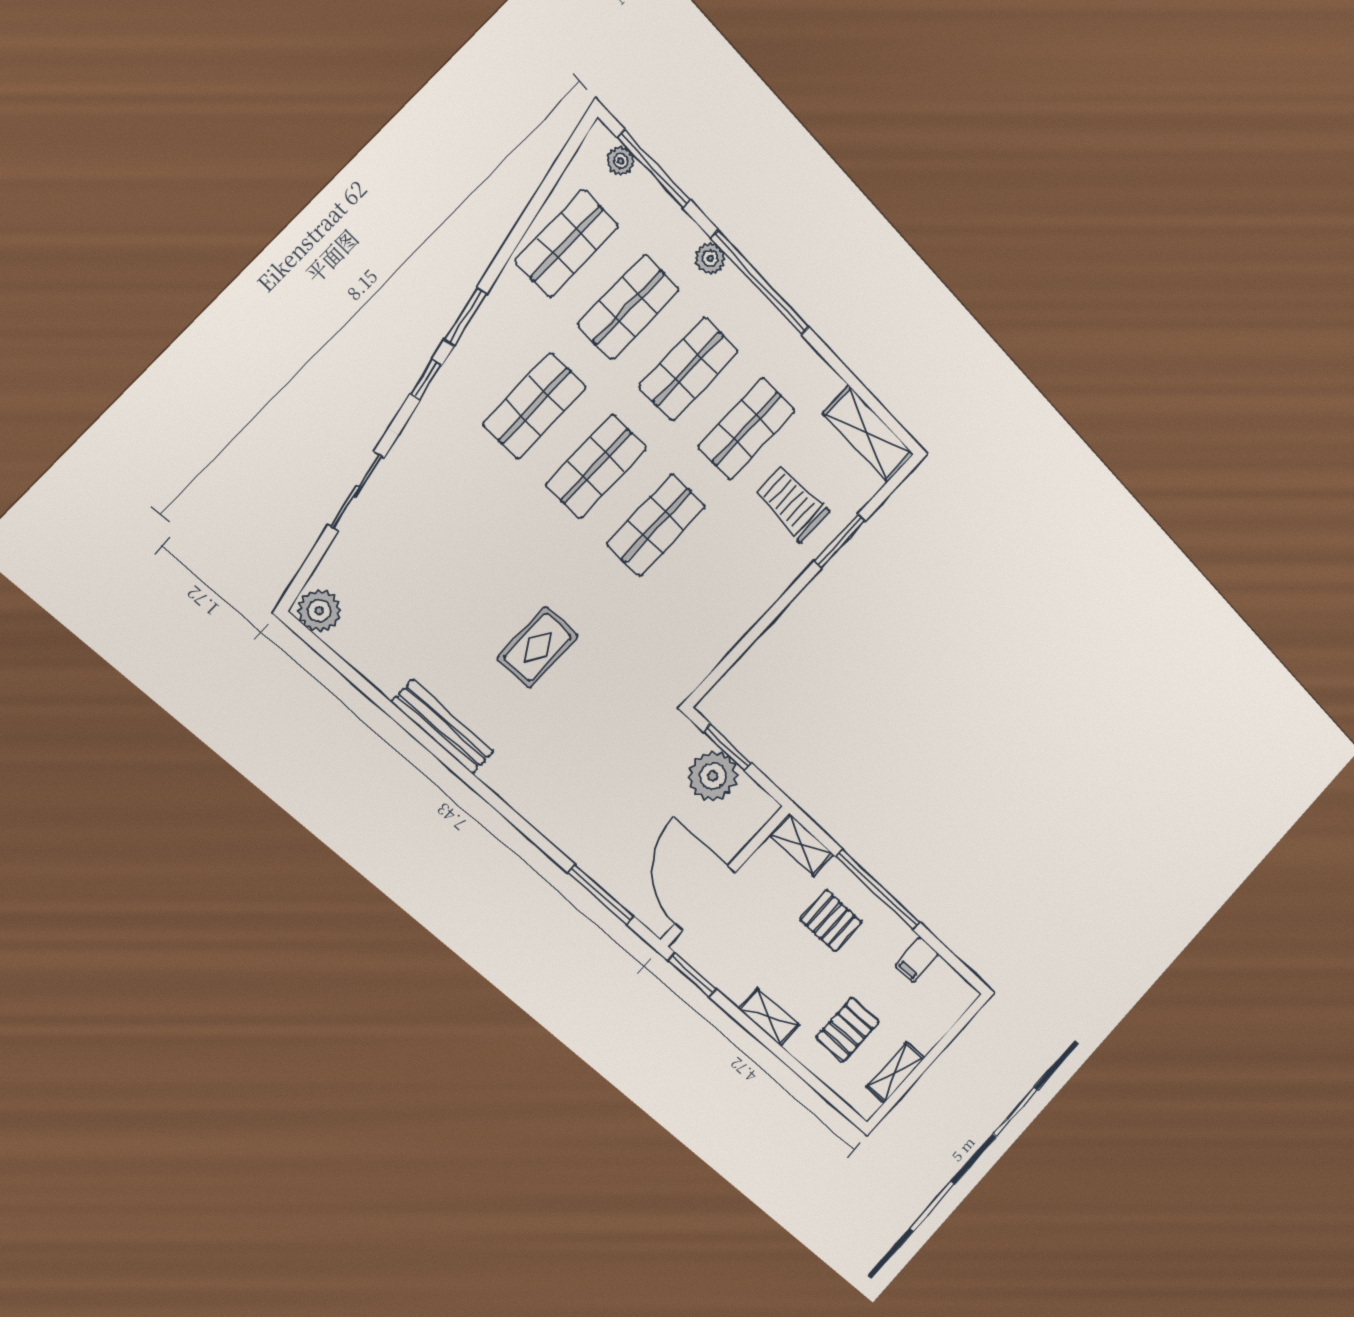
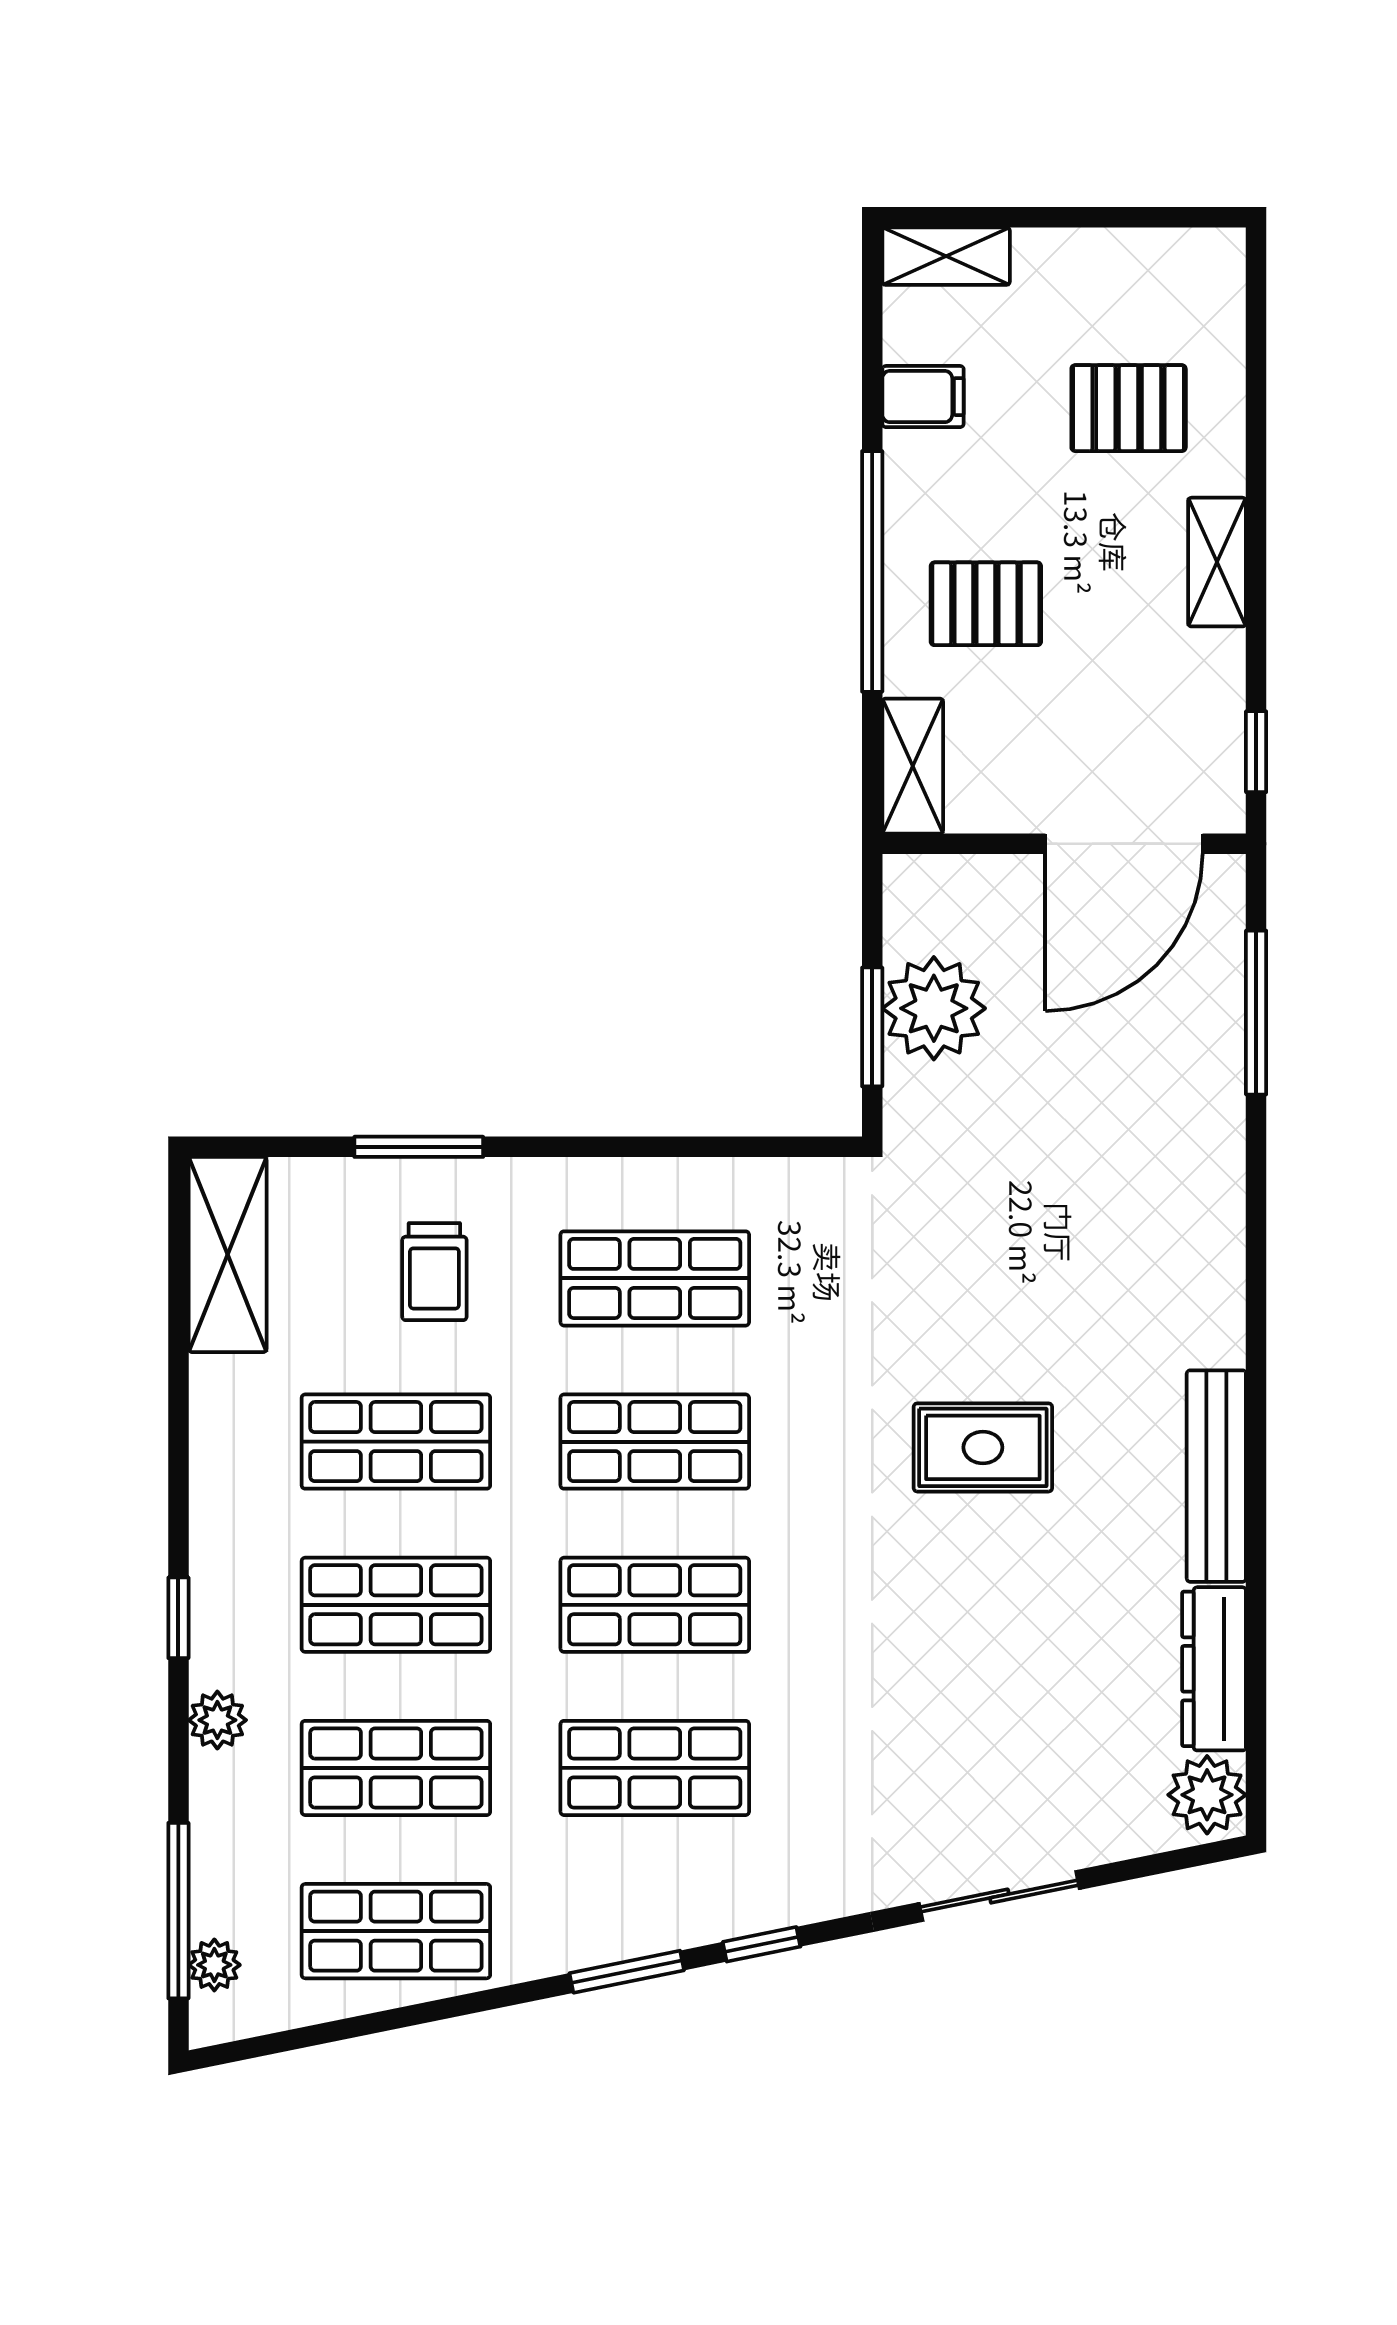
window: (760, 283) -> (178, 1618), width x0.32
trolley: (792, 503) -> (434, 1272), width x0.73, depth x0.72
shop shelf: (714, 582) -> (655, 1278), added
dresser: (368, 659) -> (1214, 1669), added
pallet: (831, 921) -> (986, 604), turned 90
window: (692, 975) -> (1256, 752), width x0.67
shelving: (896, 1073) -> (946, 256), moved

